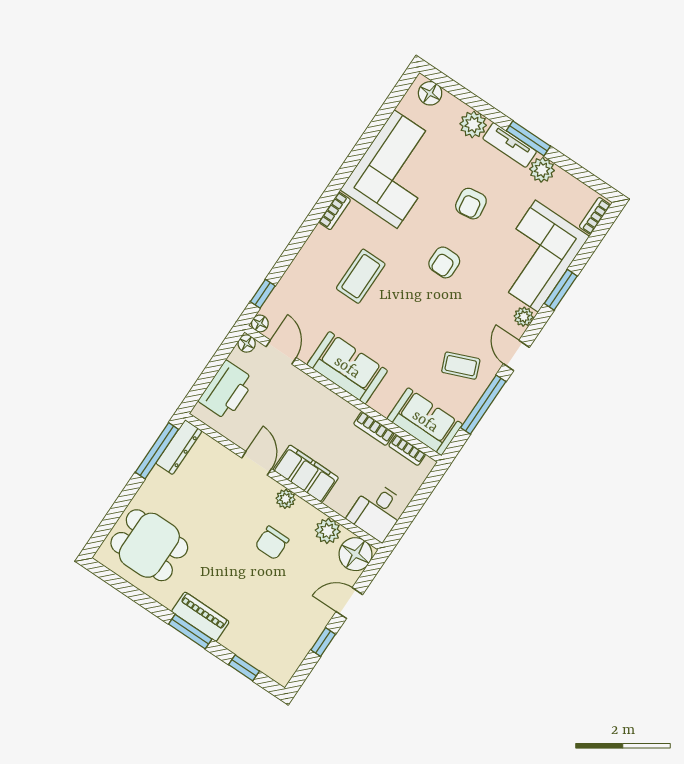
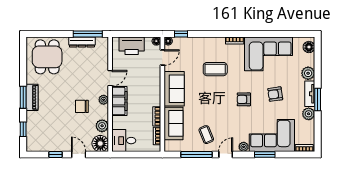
sofa: (425, 422) -> (173, 123), moved
dresser: (179, 447) -> (82, 42), moved

